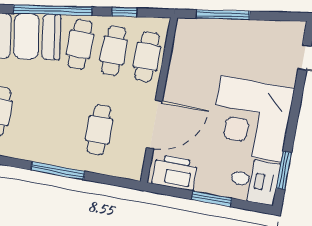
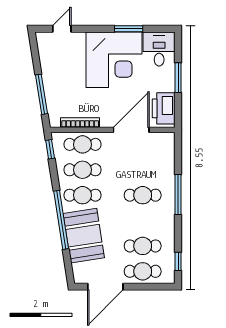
window: (124, 12) -> (50, 149), moved
bookcase: (176, 59) -> (80, 123), added
door: (154, 124) -> (131, 130), hinge flipped
cafe table: (99, 130) -> (143, 195), moved
window: (284, 170) -> (129, 29), moved

